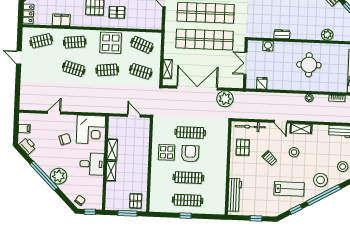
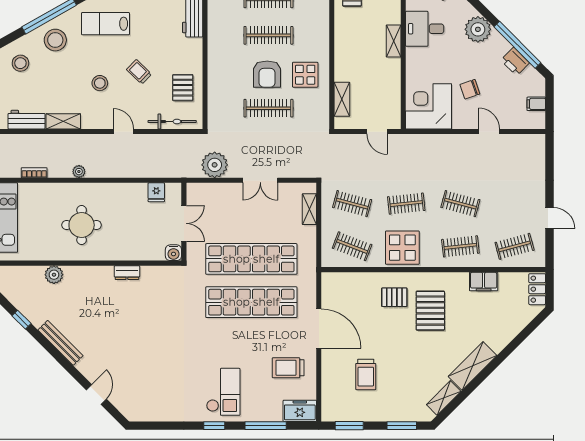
water cooler: (268, 46) -> (173, 253), moved
double door: (197, 88) -> (260, 180), width x0.54
door: (54, 113) -> (489, 132), swing flipped
door: (134, 116) -> (377, 132), moved
shelving: (301, 129) -> (63, 121), moved
printer: (28, 146) -> (515, 61), moved
shelving: (112, 150) -> (342, 99), moved
desk: (92, 164) -> (425, 29), moved
window: (44, 176) -> (517, 45), moved

